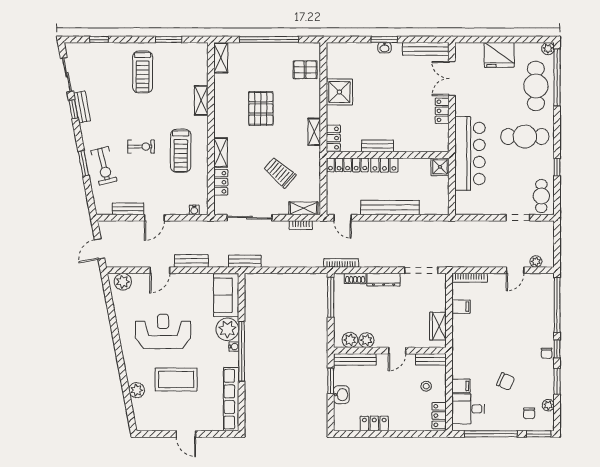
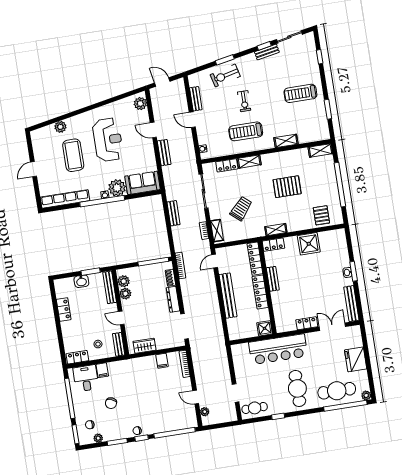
locker: (384, 165) -> (260, 292), width x1.53
bench: (245, 261) -> (174, 213), moved

